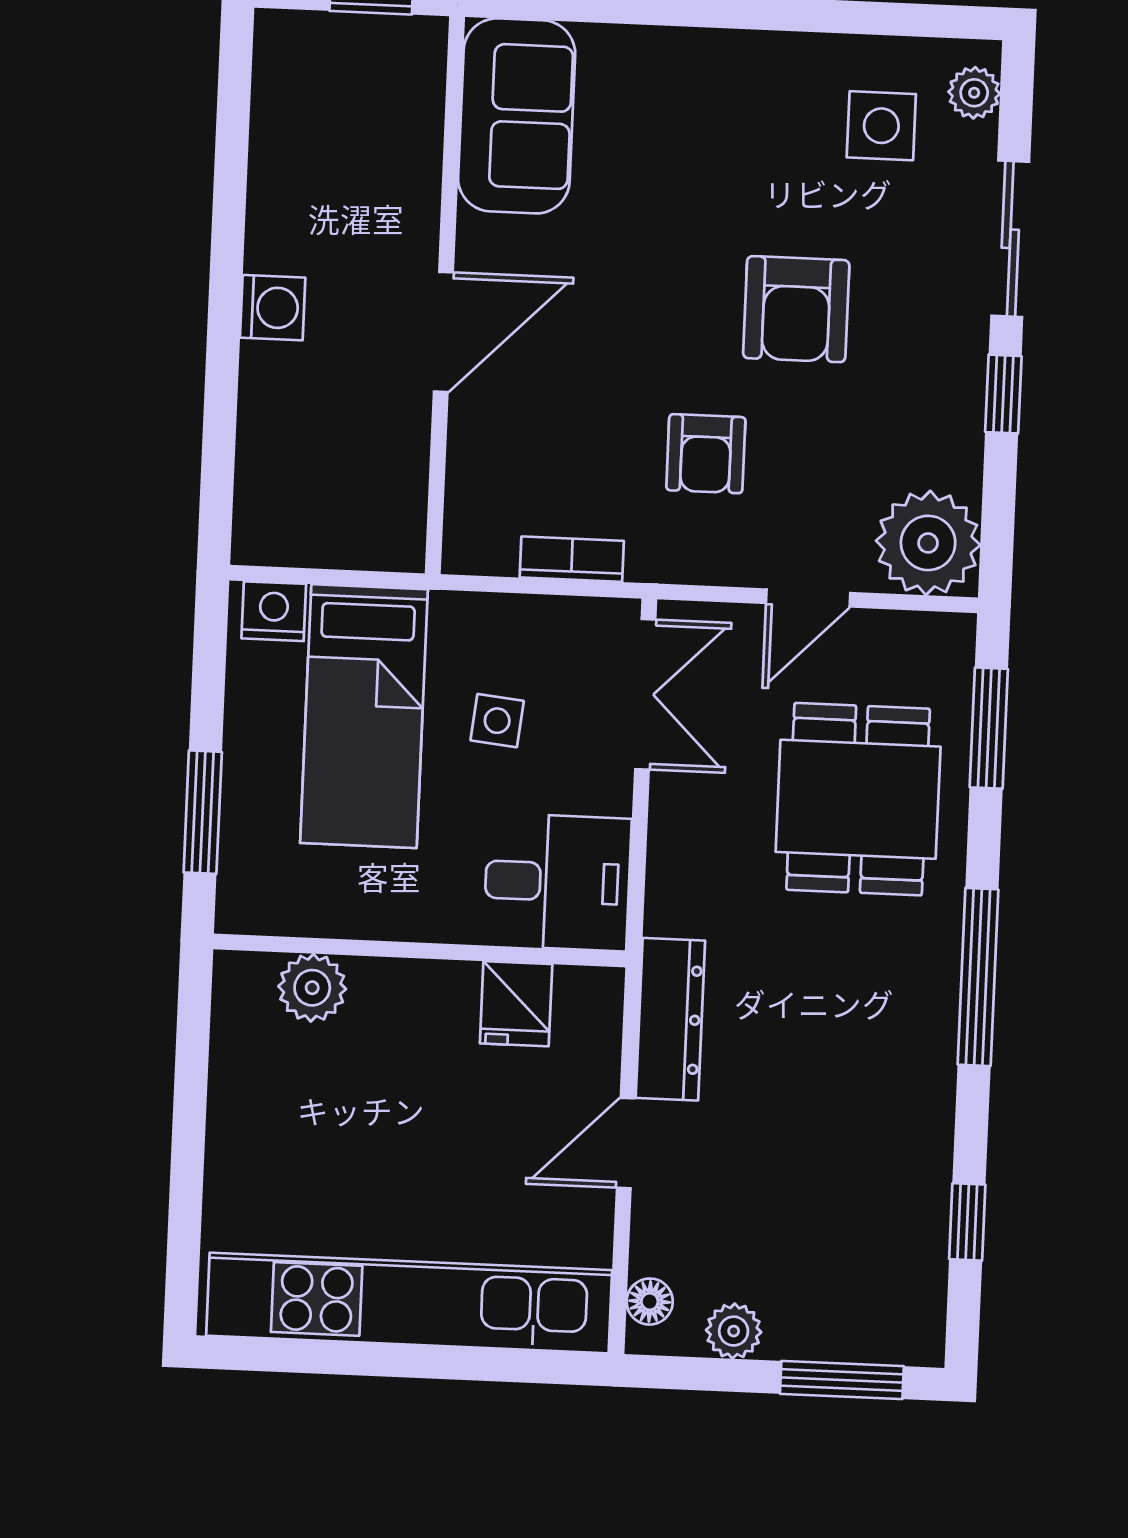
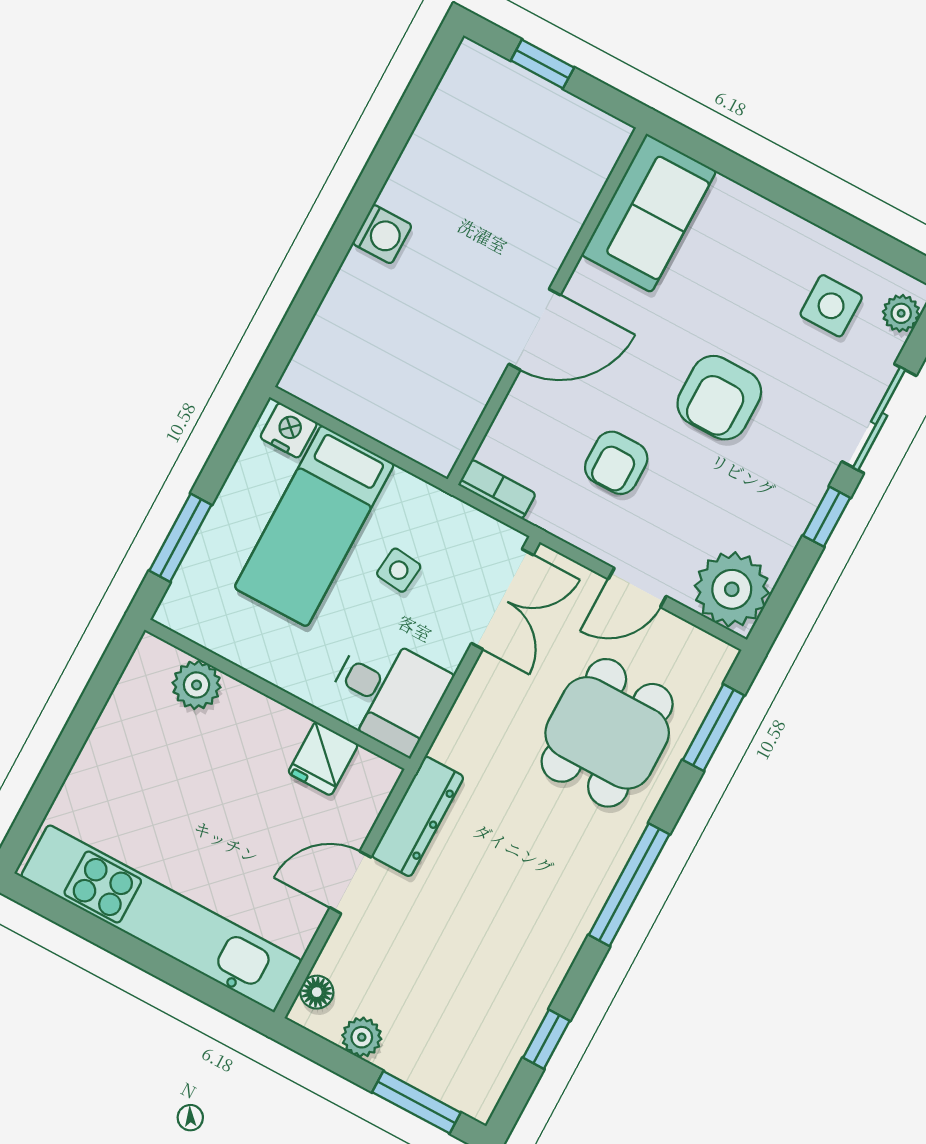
sofa: (517, 116) -> (649, 213), moved
wall: (445, 295) -> (547, 306), moved
door: (443, 332) -> (535, 330), moved

